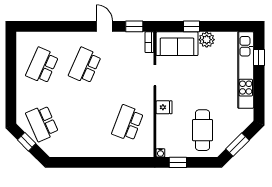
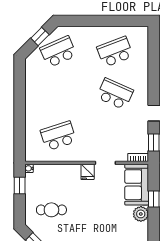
school desk: (42, 66) -> (115, 52), turned -45
fridge: (164, 107) -> (88, 172), moved
school desk: (128, 123) -> (58, 136), turned -39
cafe table: (203, 130) -> (51, 210), width x0.73, depth x0.74

